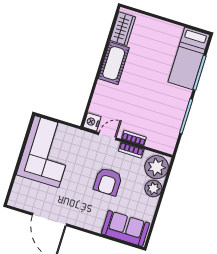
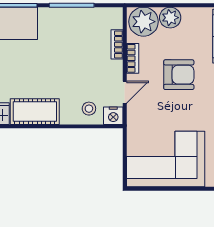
stool: (103, 105) -> (89, 109), added
door: (107, 136) -> (125, 92), swing flipped
bookcase: (134, 138) -> (117, 44), moved

